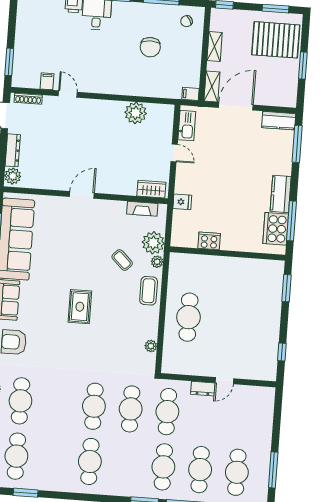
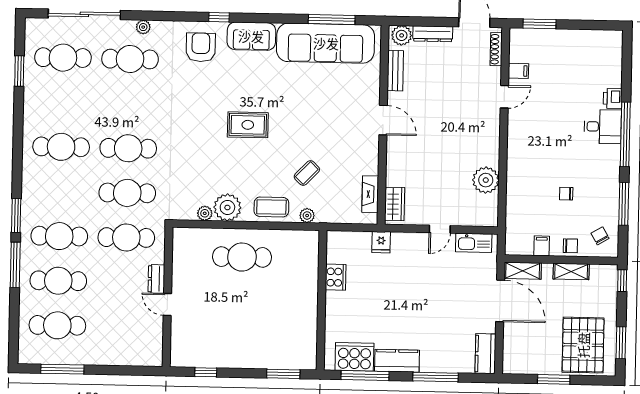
chair: (193, 46) -> (570, 246), added
chair: (150, 47) -> (566, 194), width x0.54, depth x0.54
filing cabinet: (190, 94) -> (542, 246), moved
window: (297, 144) -> (435, 377), moved
bench: (42, 183) -> (395, 71), added
plant: (153, 243) -> (227, 207), moved

